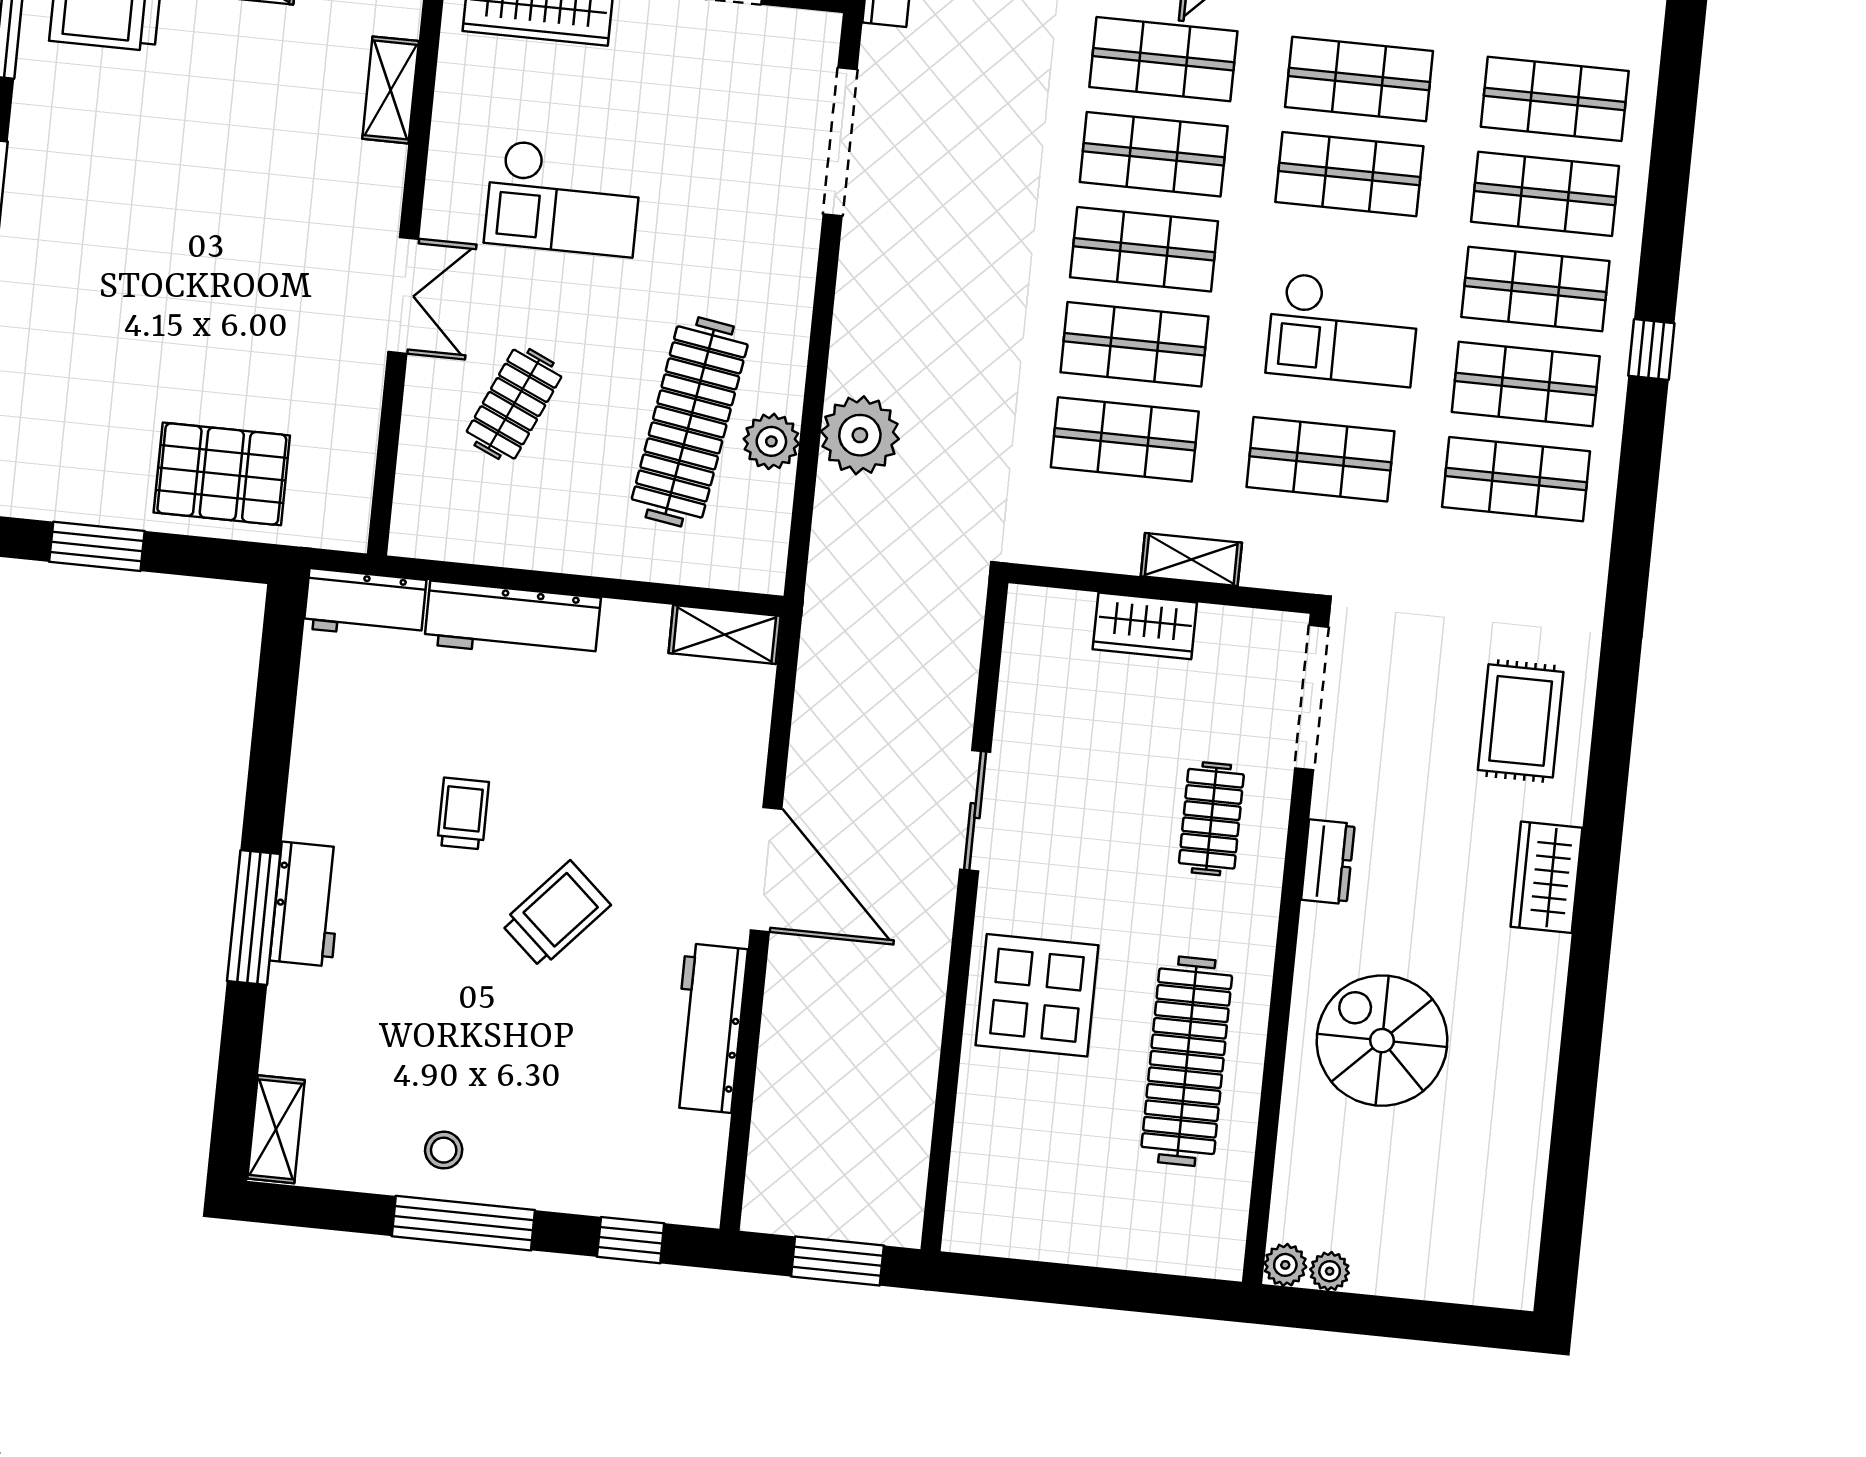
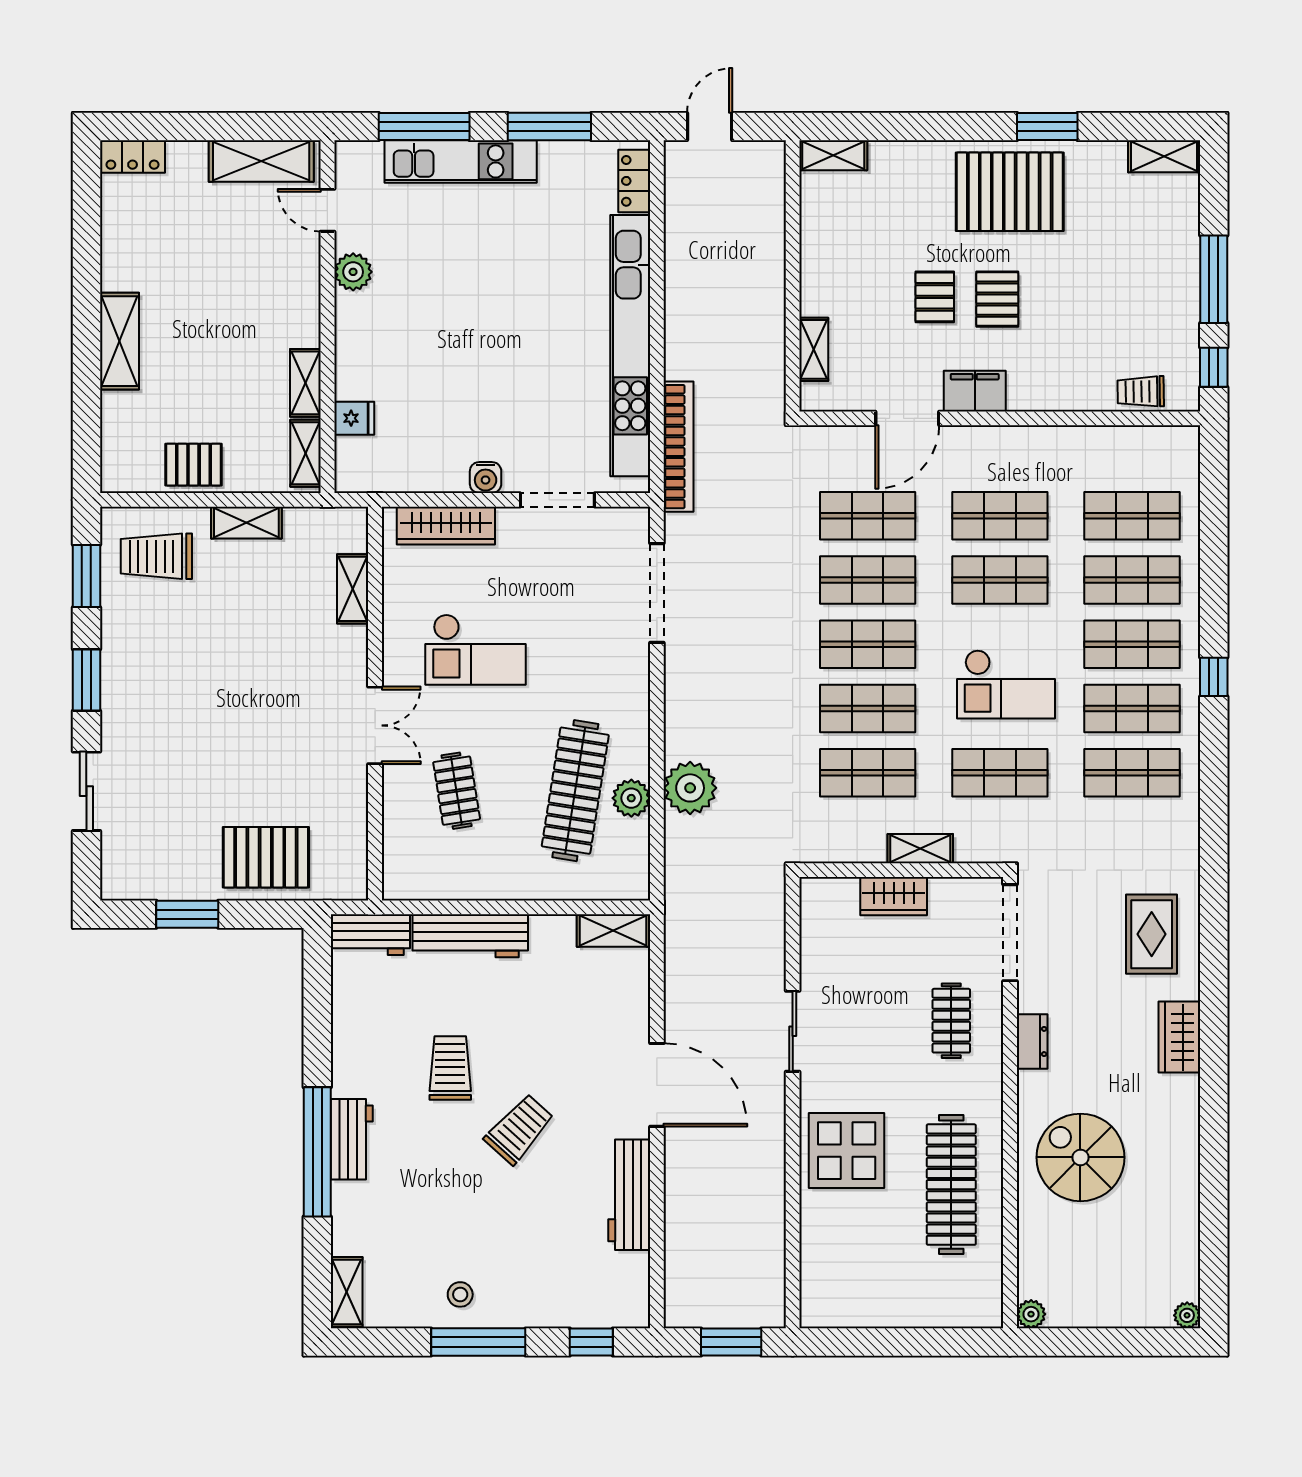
clothes rail: (514, 404) -> (457, 791), turned -33
trolley: (463, 814) -> (450, 1068), width x1.36, depth x1.39
window: (254, 918) -> (317, 1152), width x1.46
plant: (1330, 1271) -> (1187, 1315), moved

